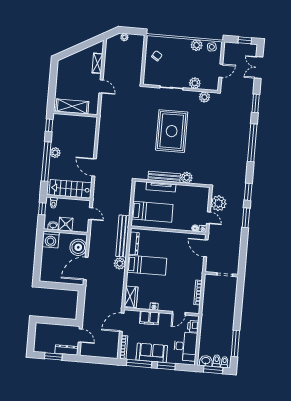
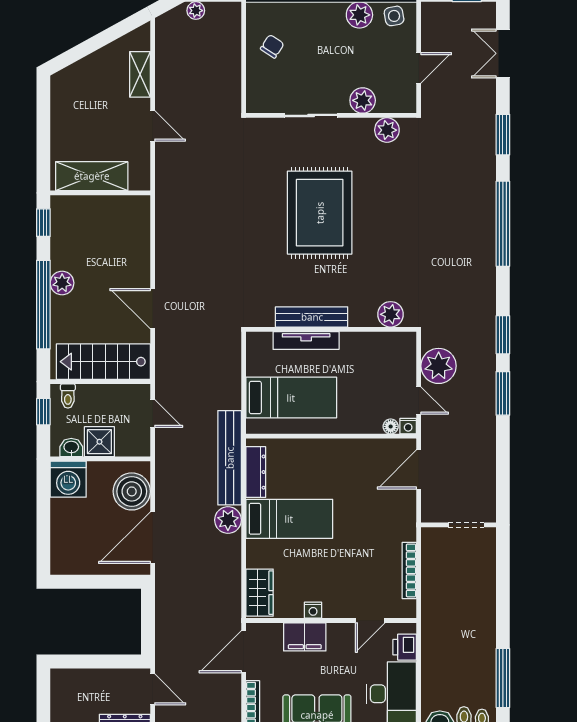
plant: (187, 178) -> (391, 314), moved
door: (206, 248) -> (419, 469), hinge flipped

